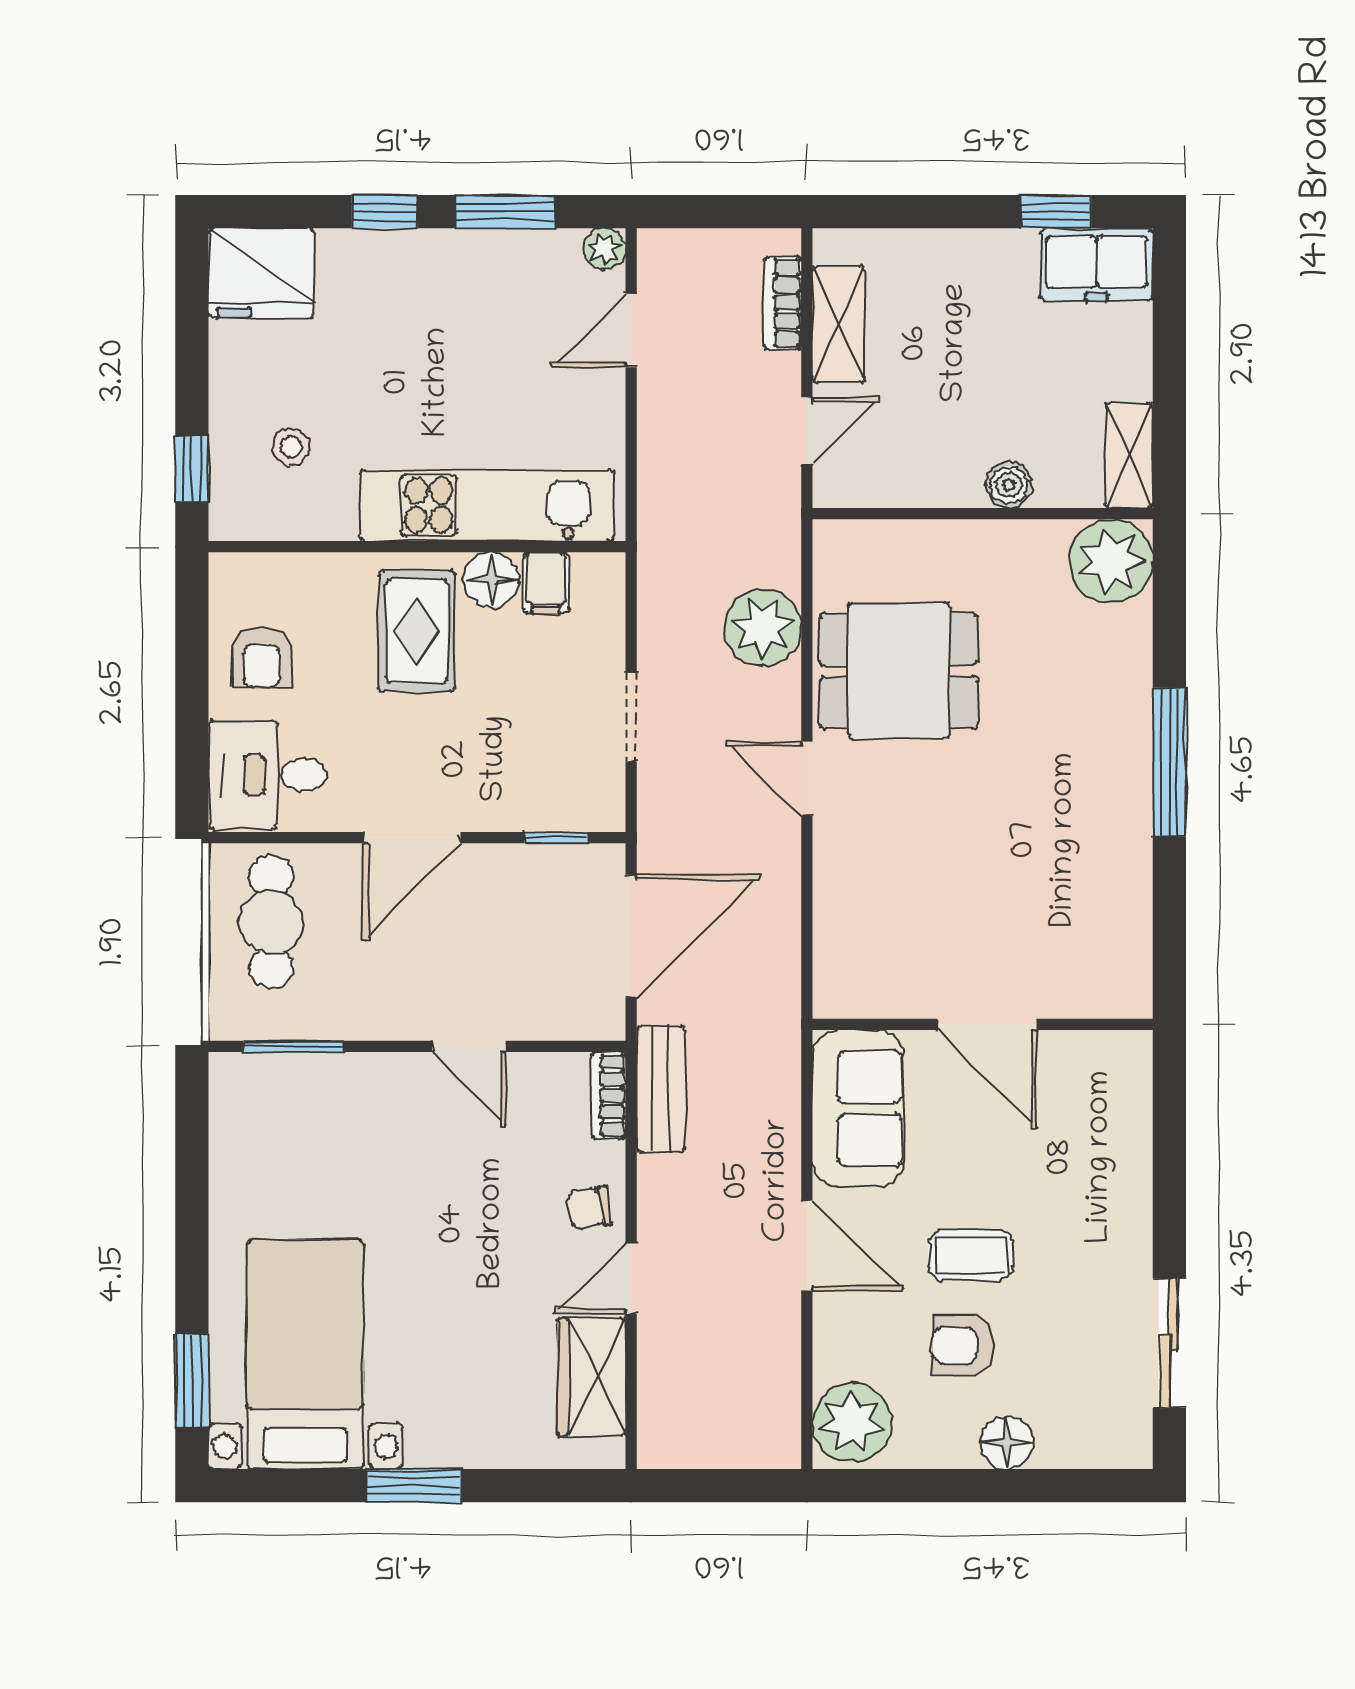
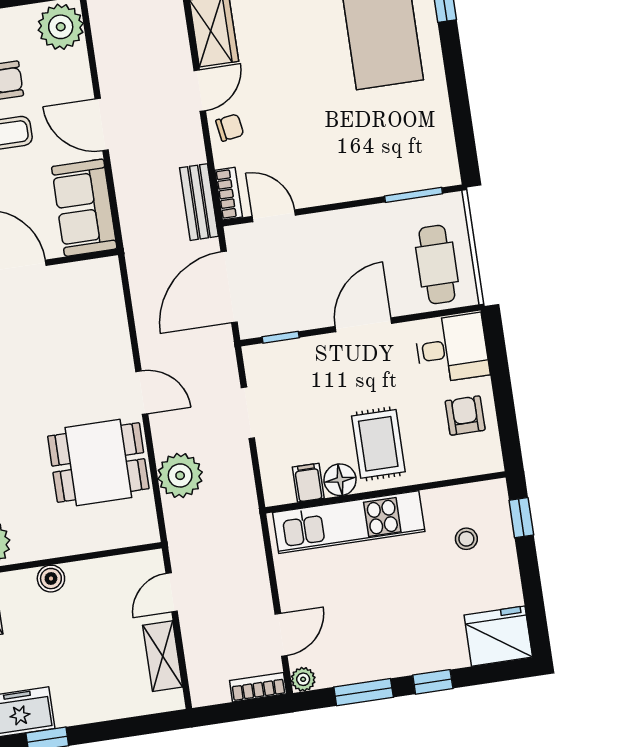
bookcase: (783, 303) -> (258, 687), moved, turned -90
door: (469, 1046) -> (274, 216), moved

